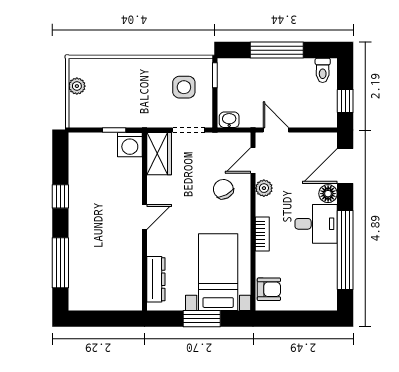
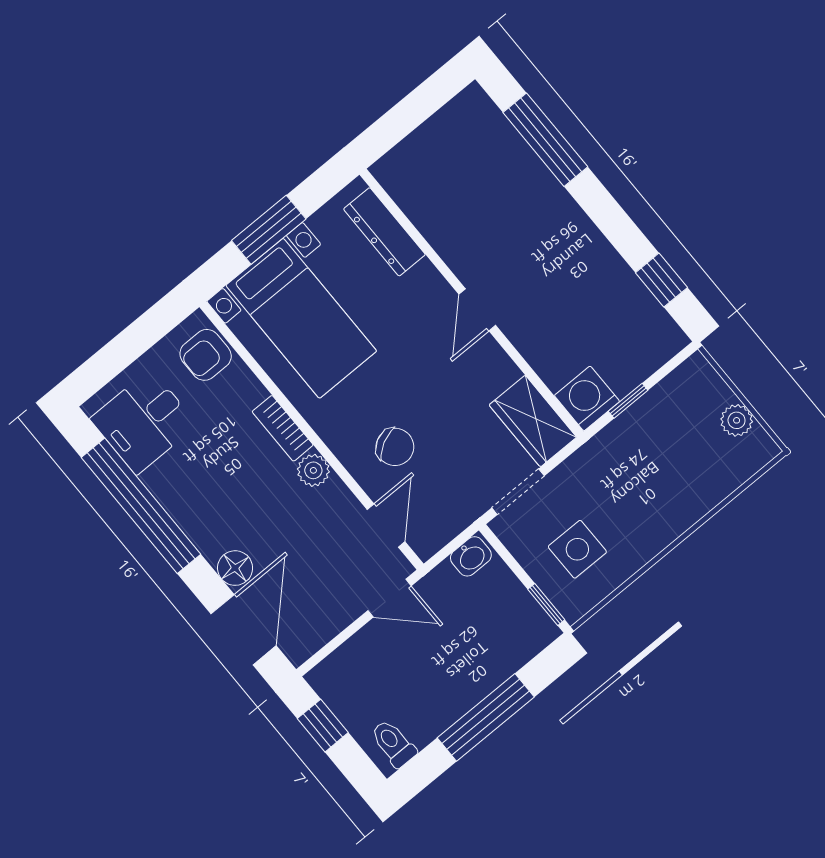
plant: (264, 188) -> (313, 470), moved
window: (60, 196) -> (661, 280), moved
desk: (316, 224) -> (144, 422), moved

